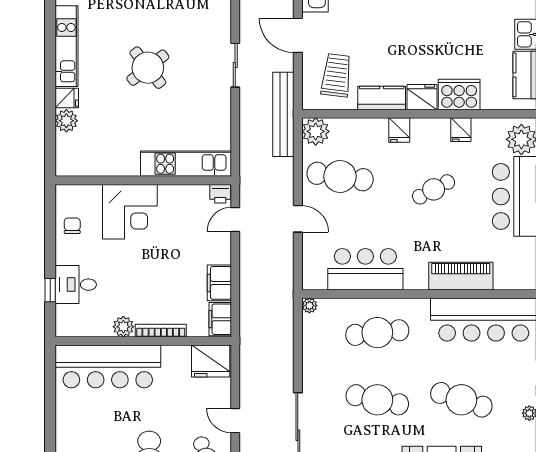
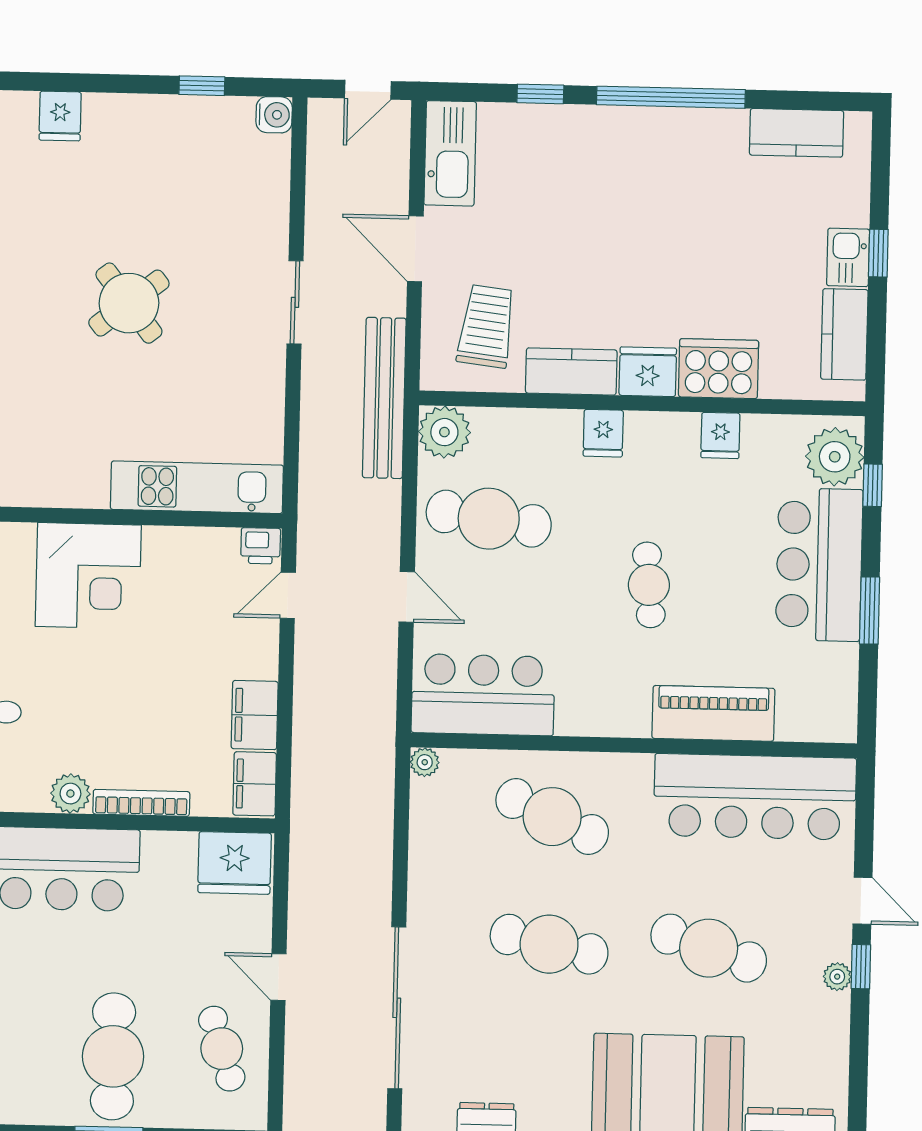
cafe table: (434, 189) -> (649, 585), moved, turned -67
bar counter: (365, 269) -> (483, 695), moved
cafe table: (377, 333) -> (552, 817), turned 30

